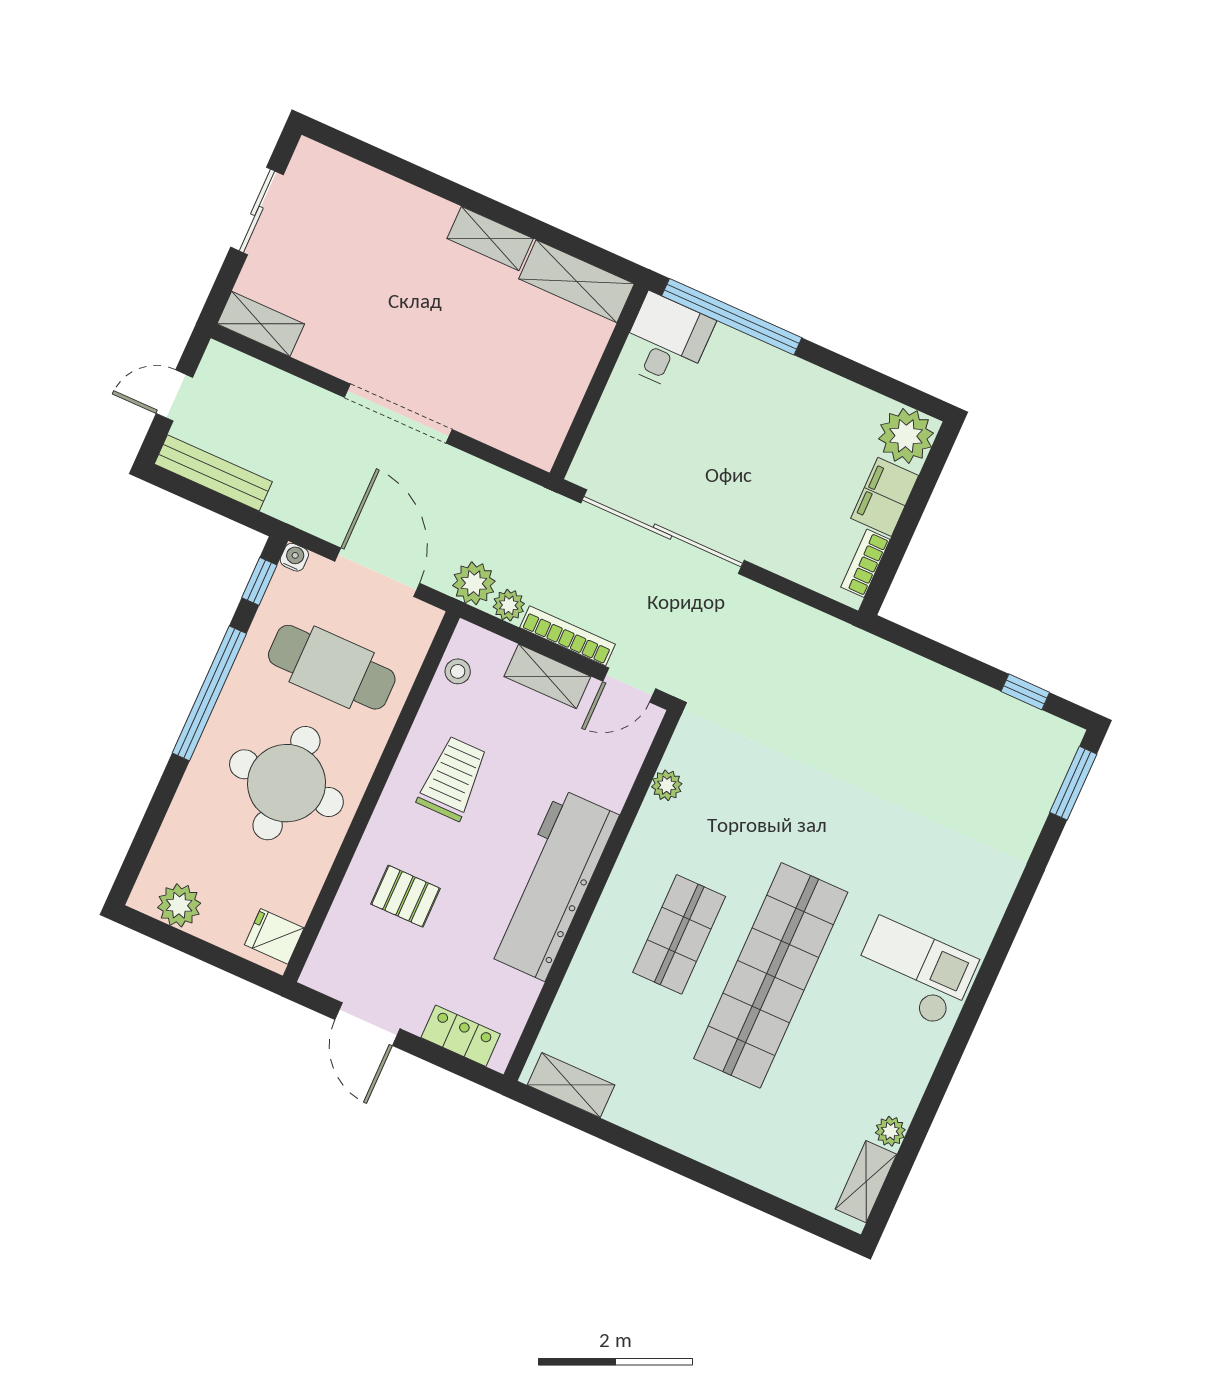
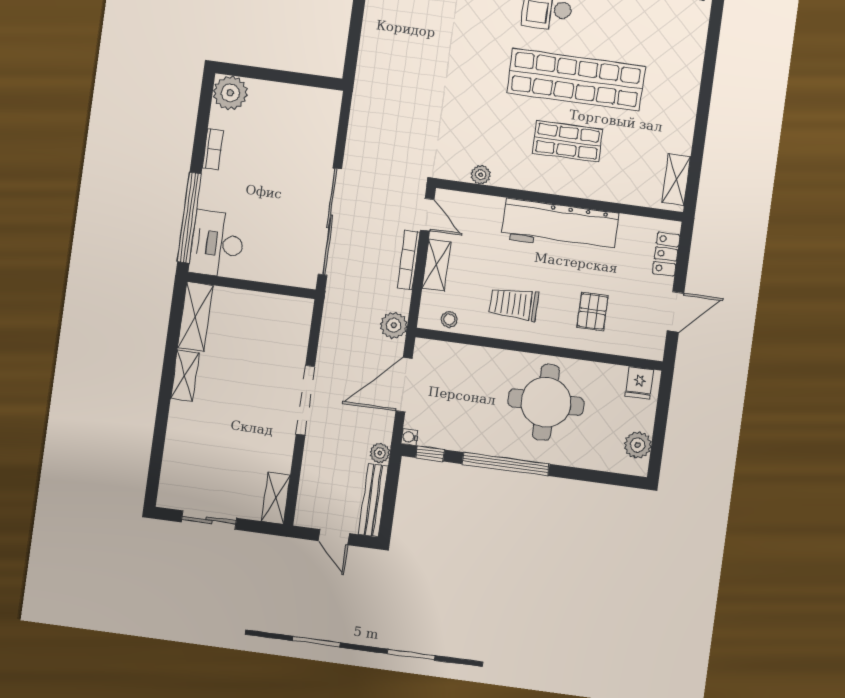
desk: (666, 342) -> (217, 244), width x1.37
filing cabinet: (885, 497) -> (270, 95), removed
bookcase: (865, 563) -> (213, 149), moved, turned -90
plant: (509, 605) -> (380, 453), moved
cafe table: (332, 667) -> (469, 395), removed

